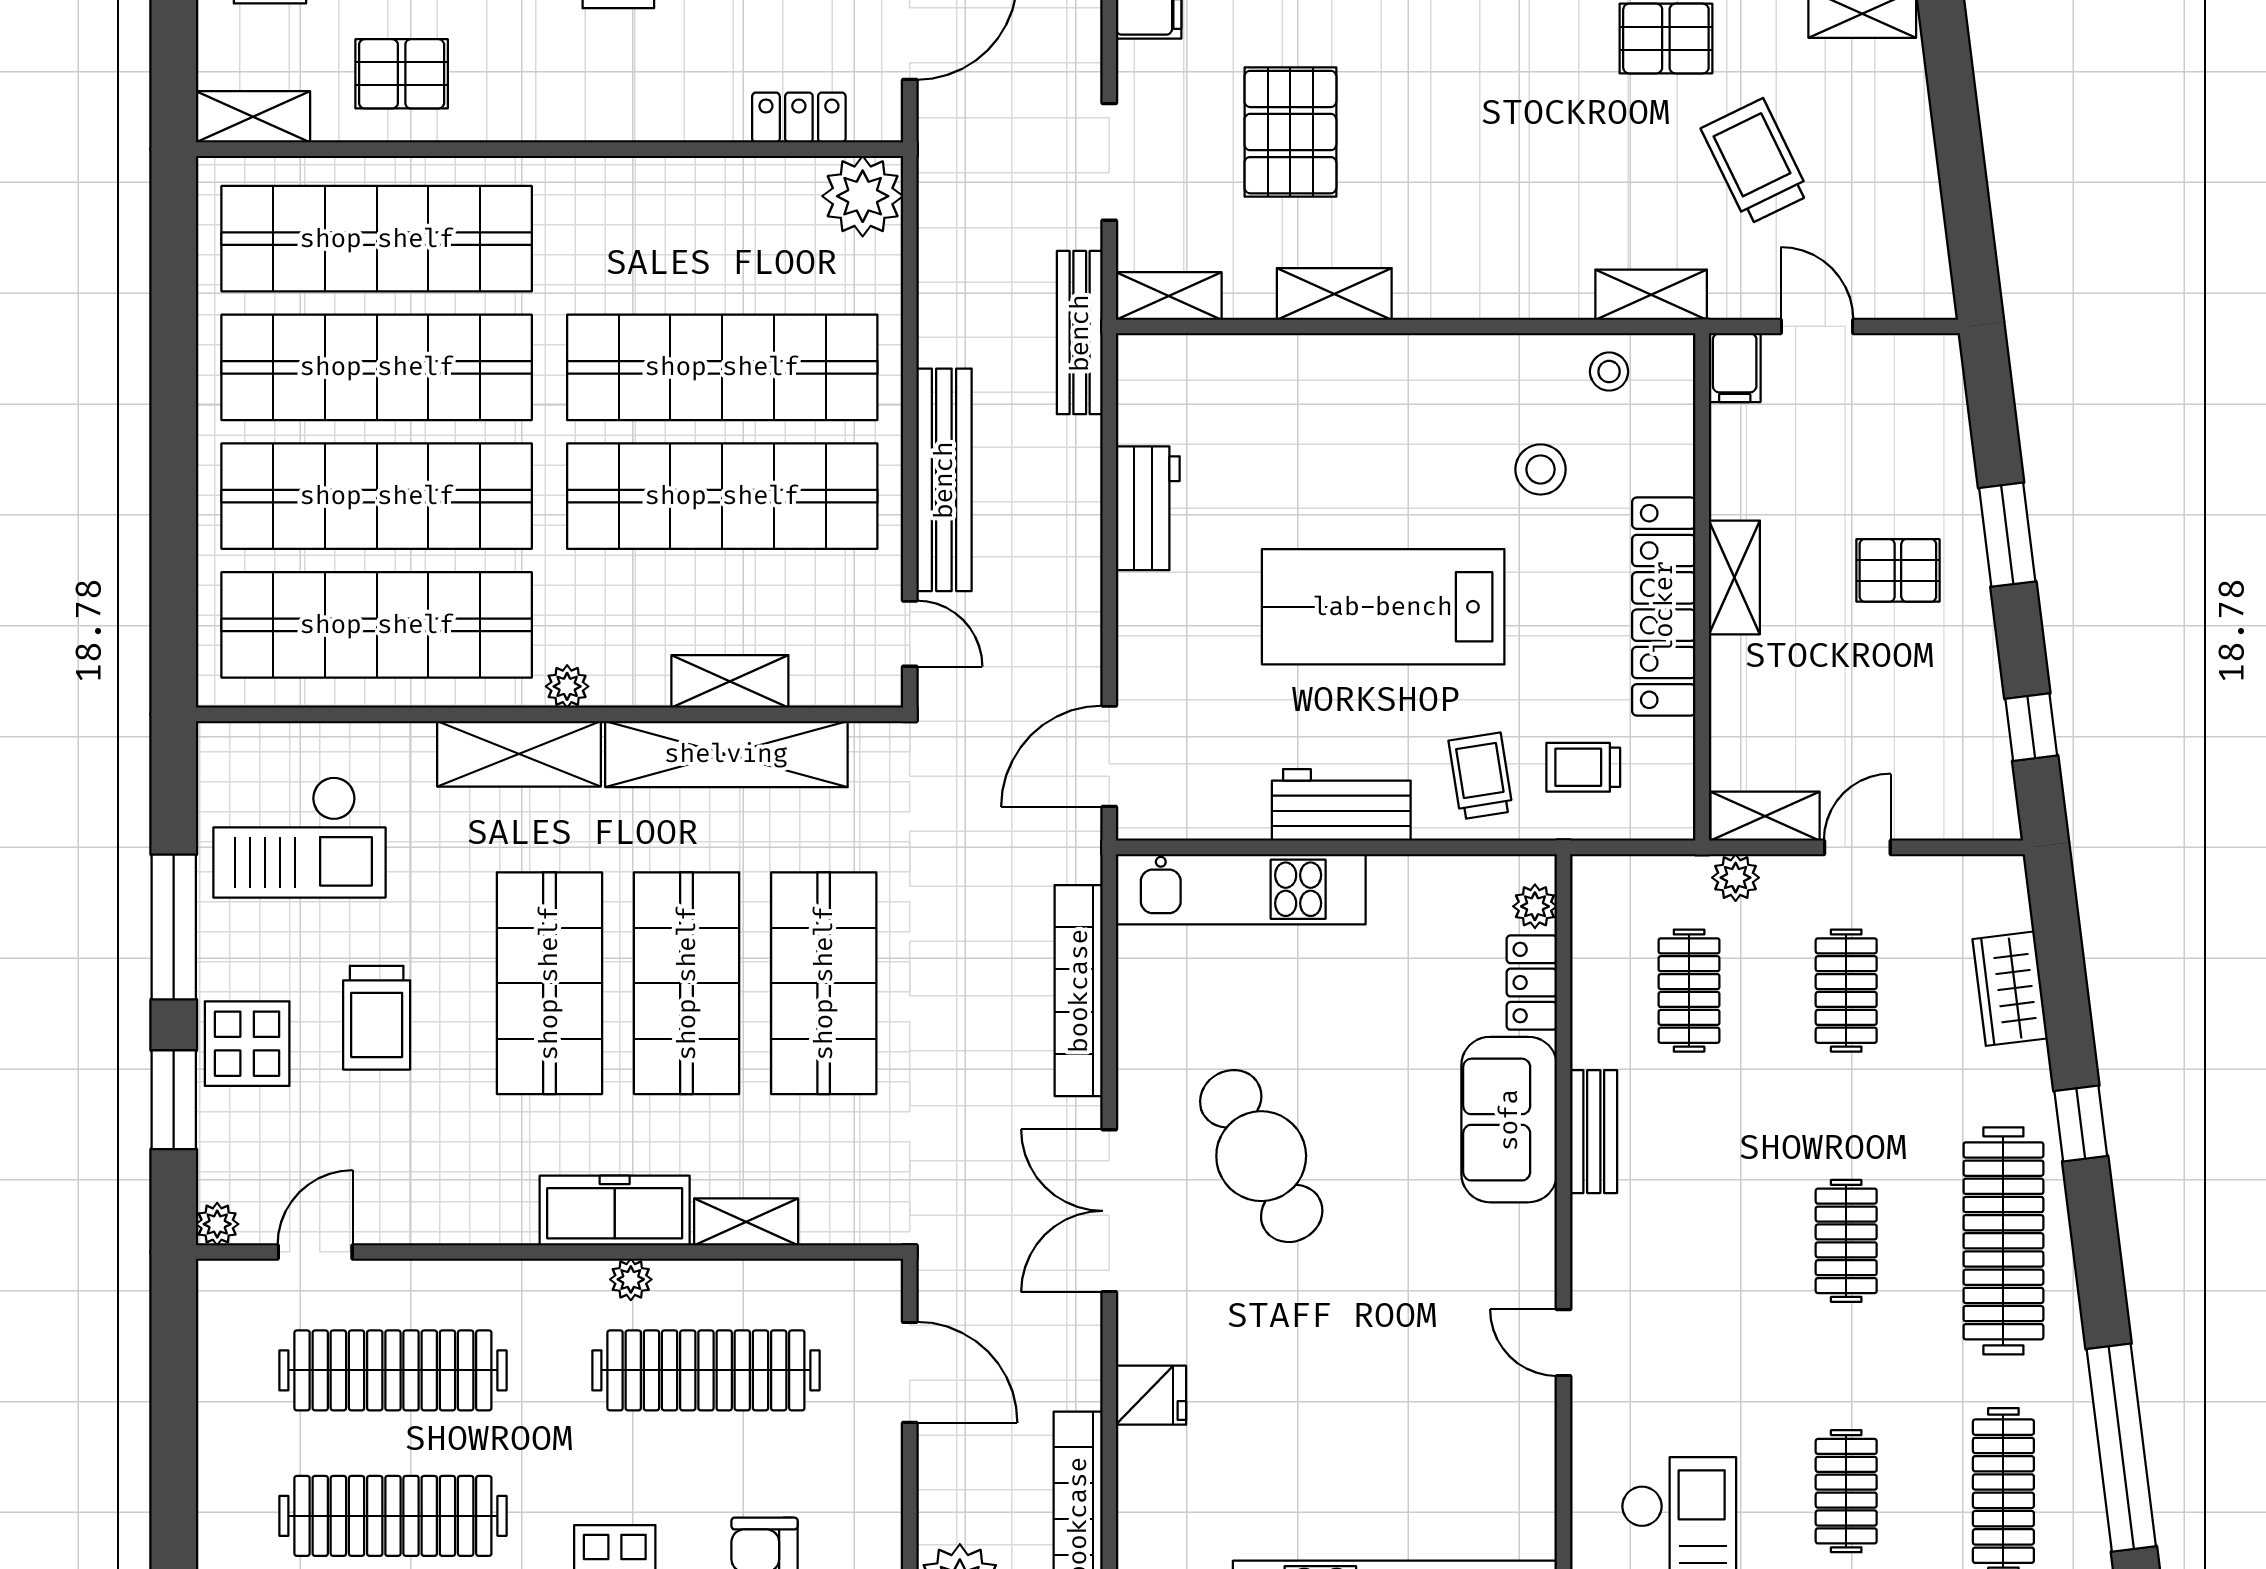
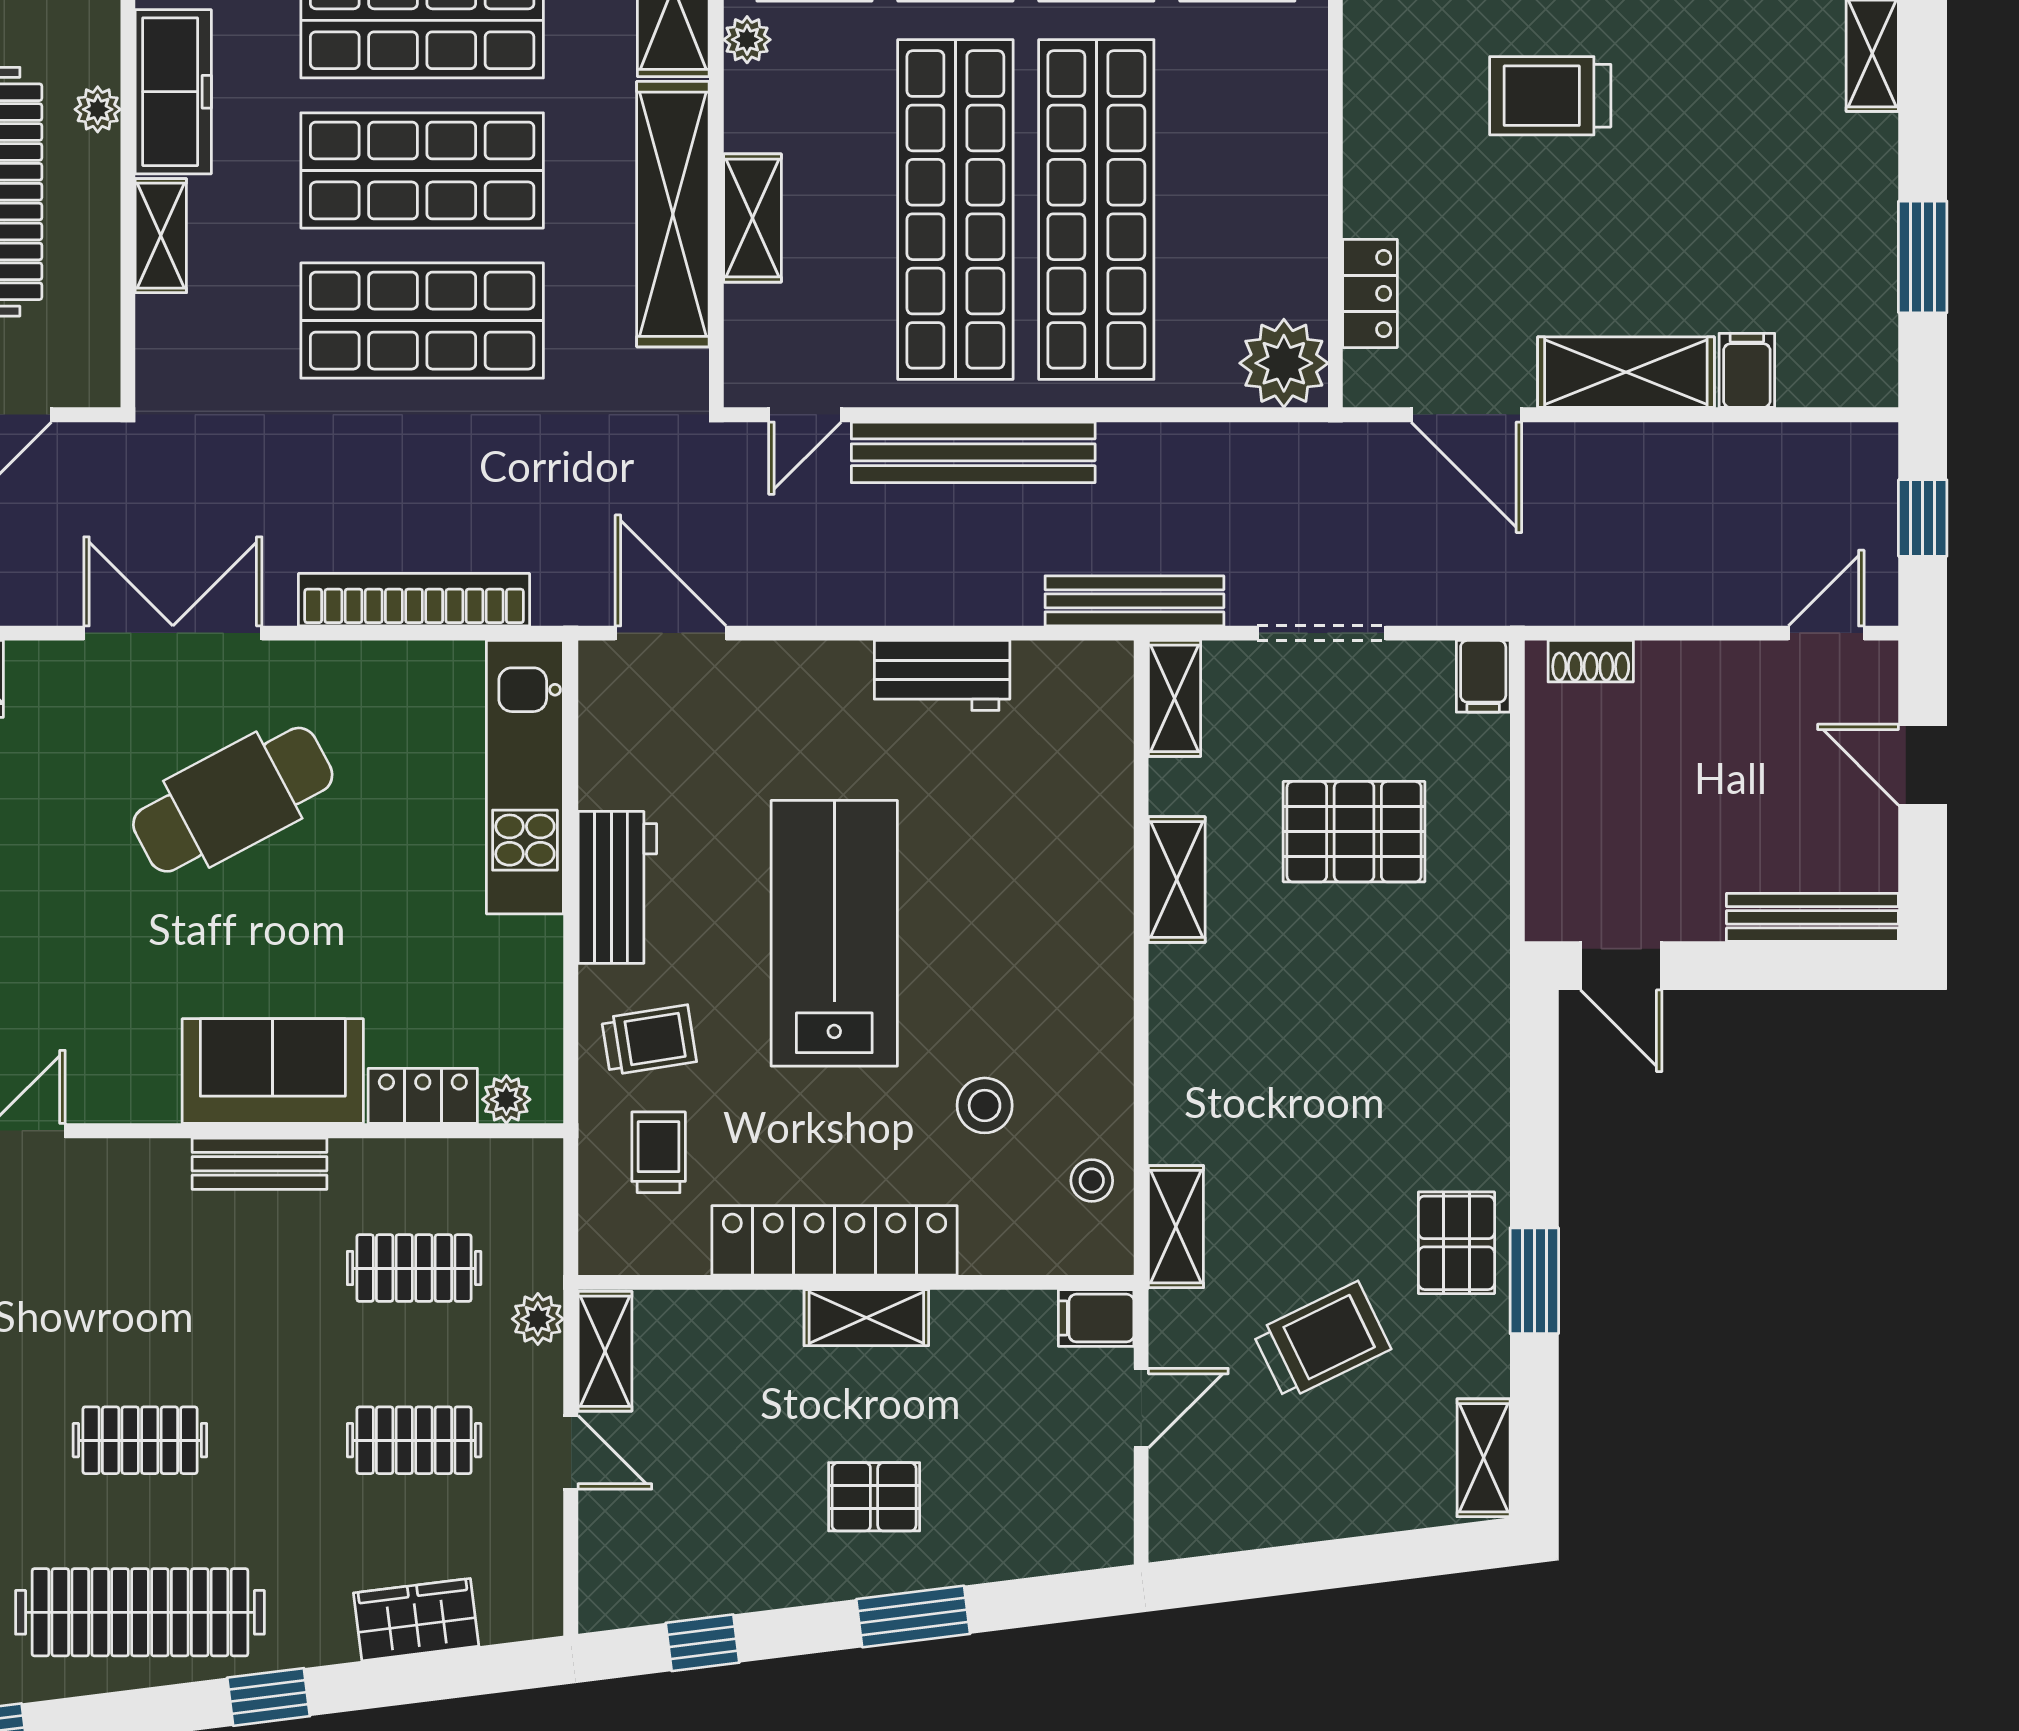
pallet: (1898, 570) -> (874, 1497), turned 90

